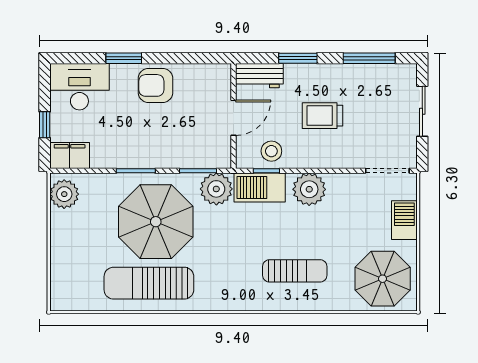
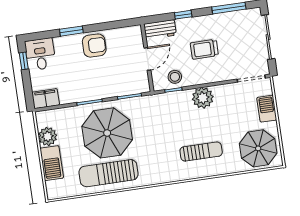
window: (298, 58) -> (183, 15), width x0.67
armchair: (155, 85) -> (94, 46), turned 180
desk: (79, 87) -> (40, 54), width x0.73
sliding door: (422, 111) -> (268, 37), width x1.37
window: (45, 125) -> (24, 61), moved
barbecue: (260, 188) -> (52, 163), moved, turned -90
plant: (216, 189) -> (143, 106), removed
plant: (64, 194) -> (48, 136), moved

